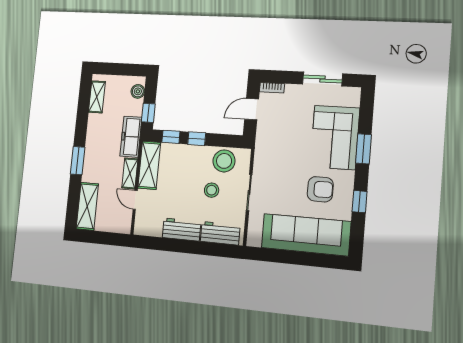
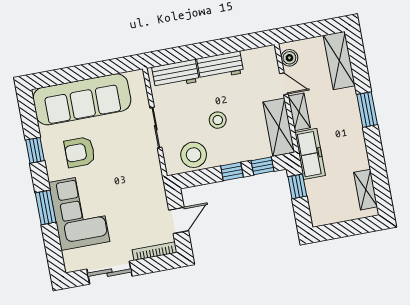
bookcase: (272, 88) -> (155, 251), width x1.56
boiler: (138, 91) -> (289, 58), moved
stool: (212, 190) -> (218, 120), moved

